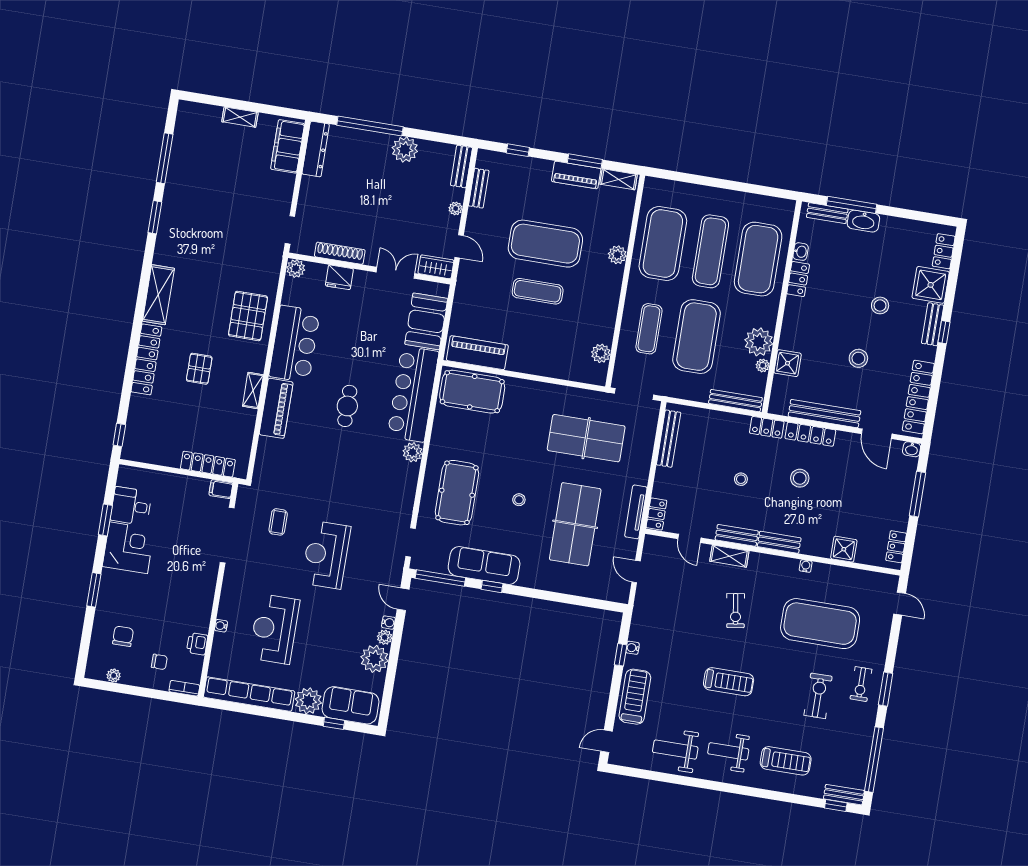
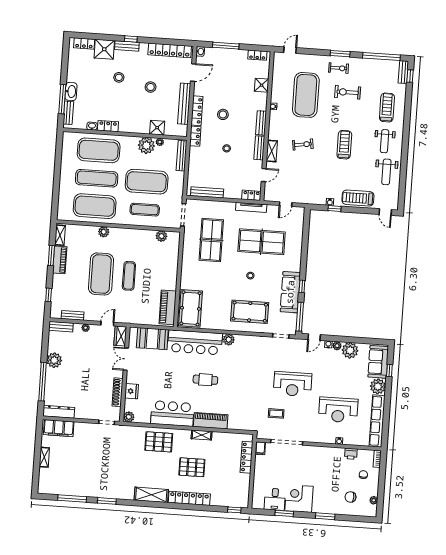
pallet: (199, 369) -> (192, 467), width x1.50, depth x1.42

